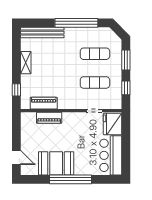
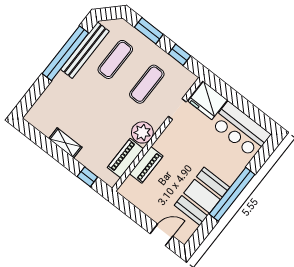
bench: (42, 33) -> (85, 50), moved
plant: (66, 101) -> (142, 132), added

